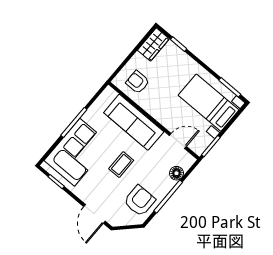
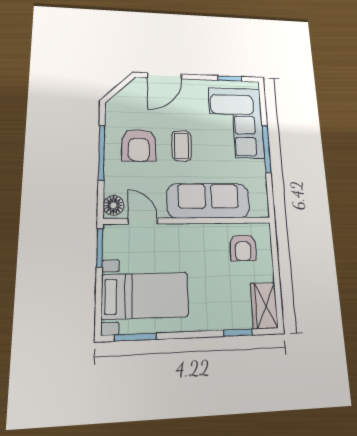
armchair: (138, 82) -> (243, 248), turned 90
door: (178, 141) -> (143, 221), swing flipped
floor lamp: (176, 173) -> (113, 205), moved
armchair: (140, 201) -> (139, 145), moved
door: (94, 214) -> (165, 76), swing flipped

